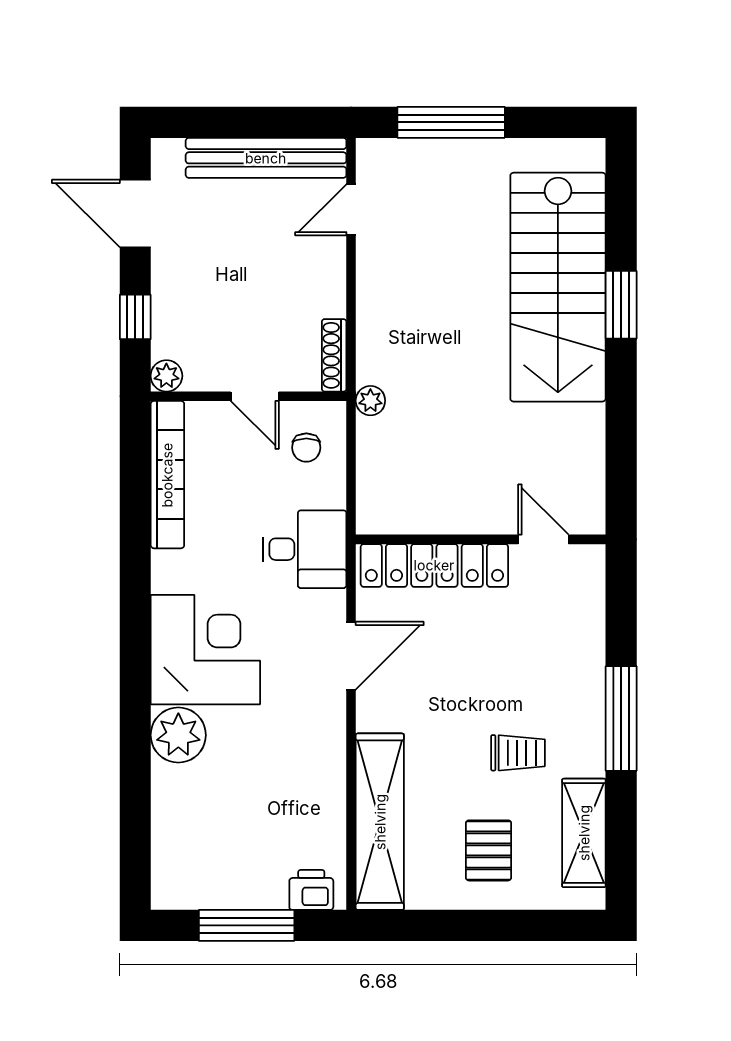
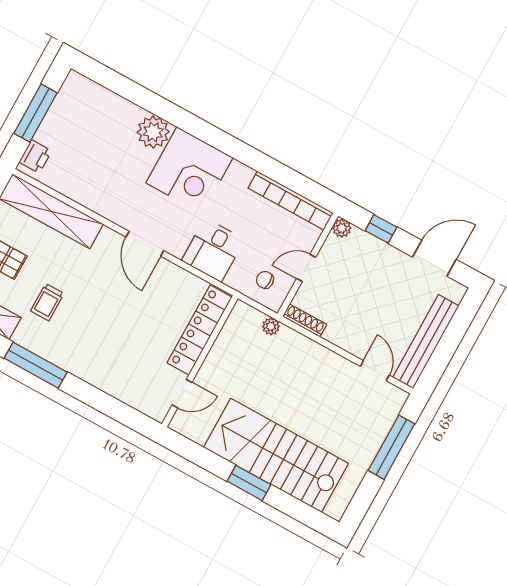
wall: (481, 539) -> (200, 361), moved
door: (543, 539) -> (182, 394), moved
locker: (434, 565) -> (200, 330), moved

